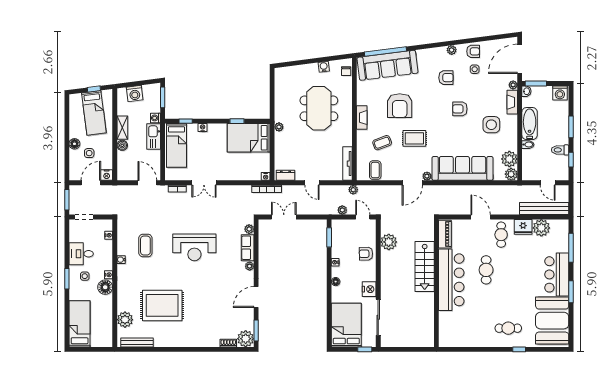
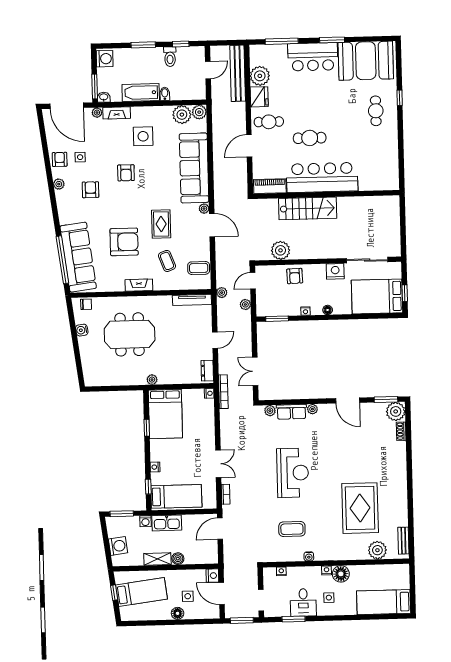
window: (67, 279) -> (294, 619), moved
bench: (137, 343) -> (403, 541), width x0.73
window: (365, 349) -> (405, 293), moved

